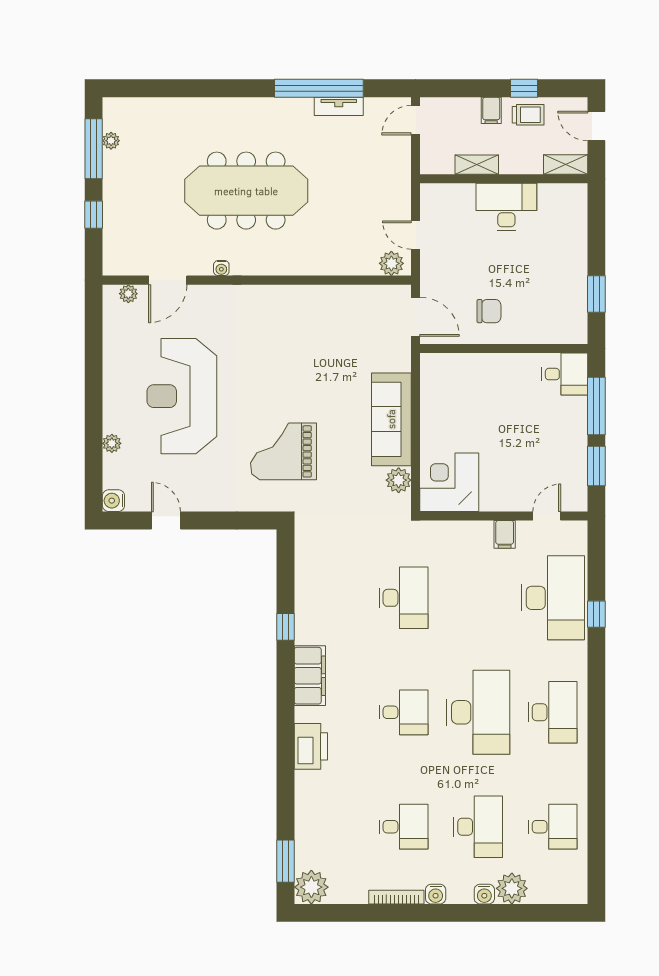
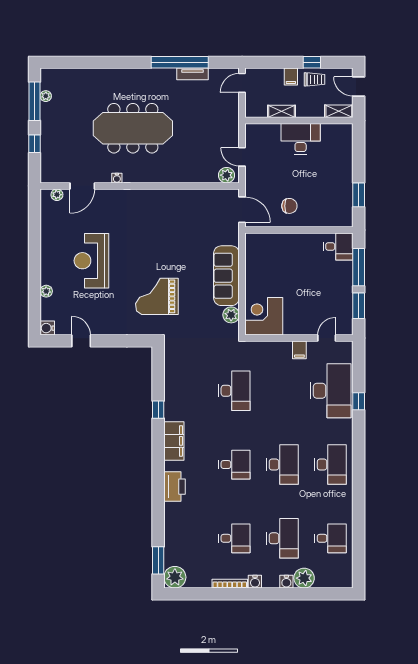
reception desk: (182, 396) -> (91, 261), width x0.74, depth x0.77
desk: (478, 712) -> (282, 465), width x0.73, depth x0.77

